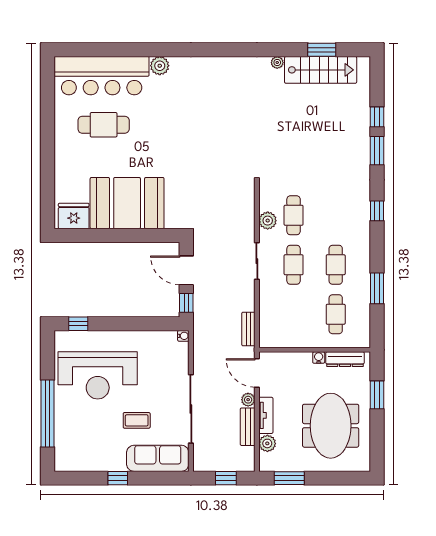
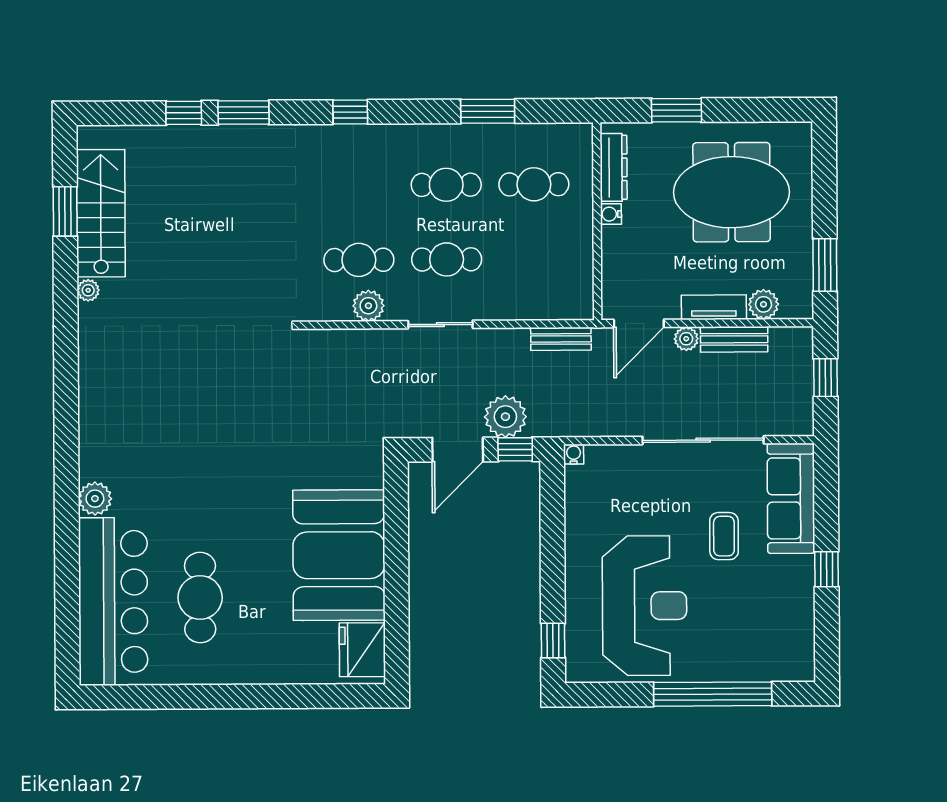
plant: (205, 297) -> (505, 417), added

